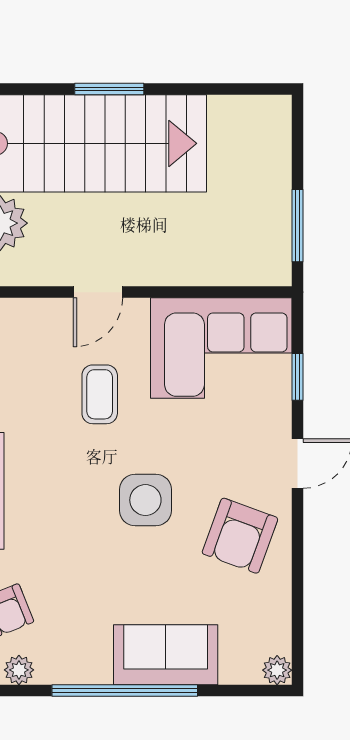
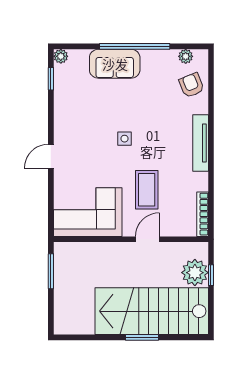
window: (297, 377) -> (51, 79), moved
coffee table: (100, 394) -> (147, 190), width x1.36, depth x1.30
side table: (145, 500) -> (124, 139), width x0.54, depth x0.54
armchair: (240, 536) -> (79, 121), removed

